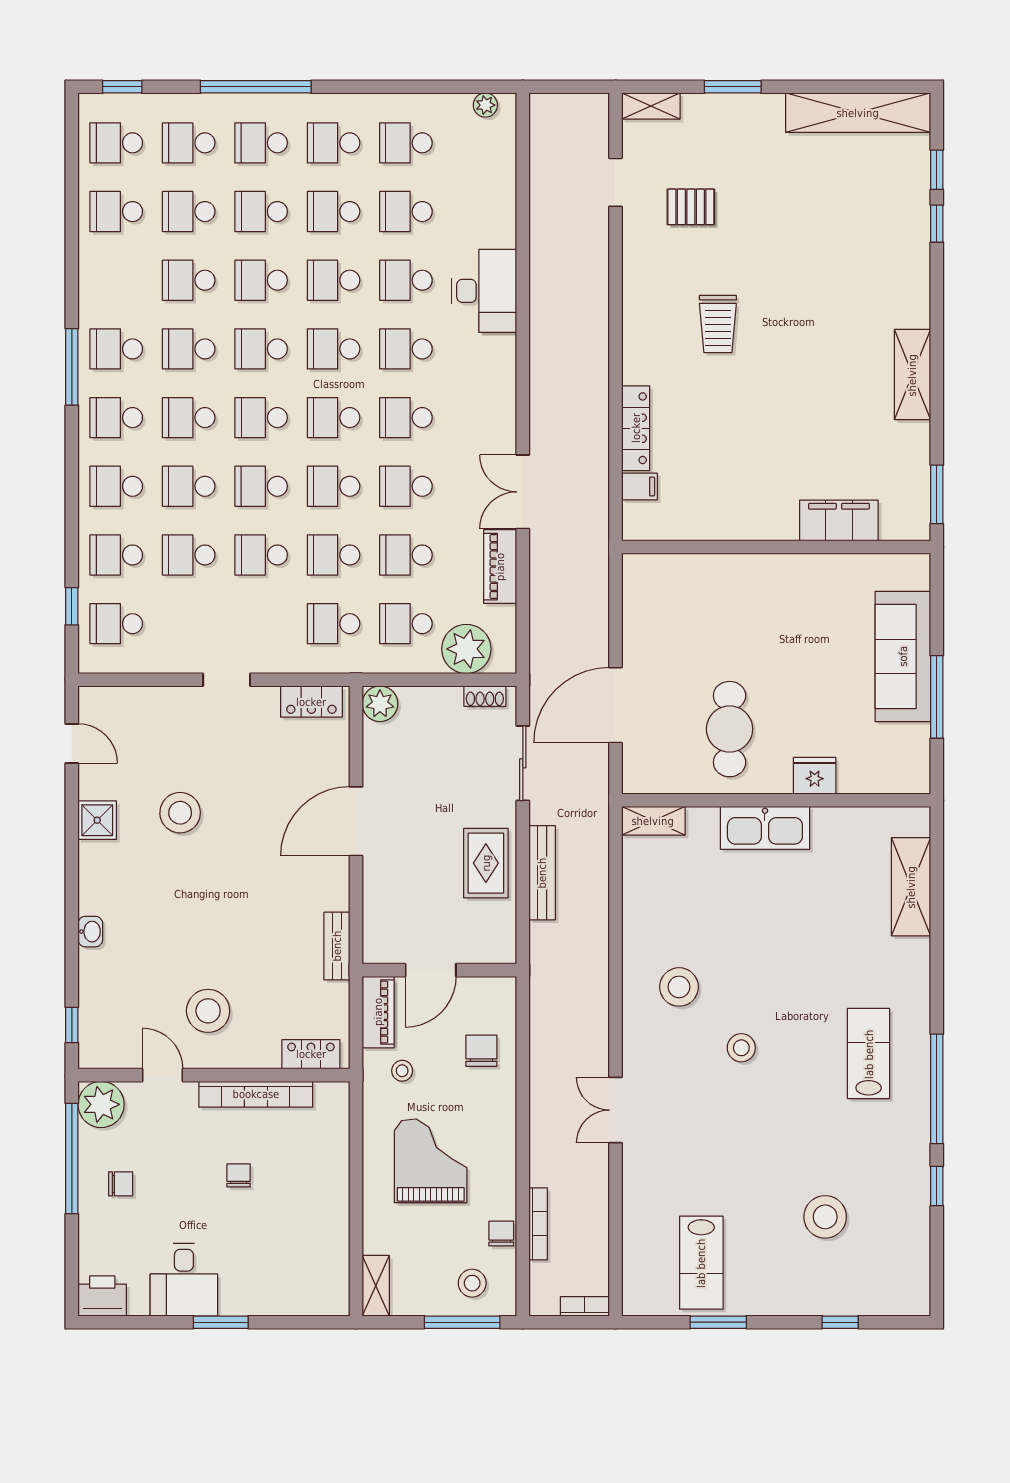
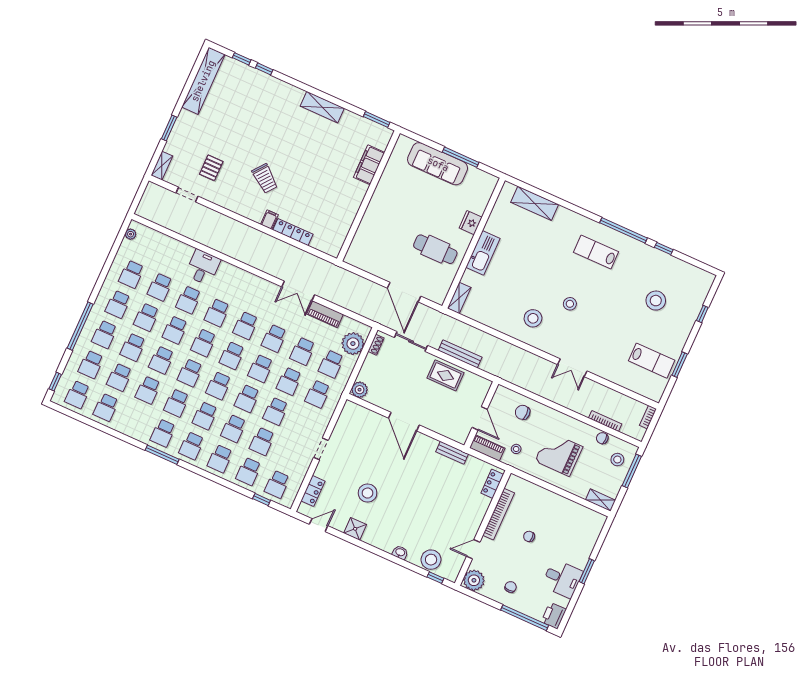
desk: (484, 291) -> (203, 267), width x0.73
trolley: (718, 324) -> (265, 178), turned 38
filing cabinet: (639, 486) -> (269, 220), moved
locker: (311, 702) -> (313, 491), moved
stool: (208, 1011) -> (431, 560), moved
window: (72, 1159) -> (525, 618), moved

